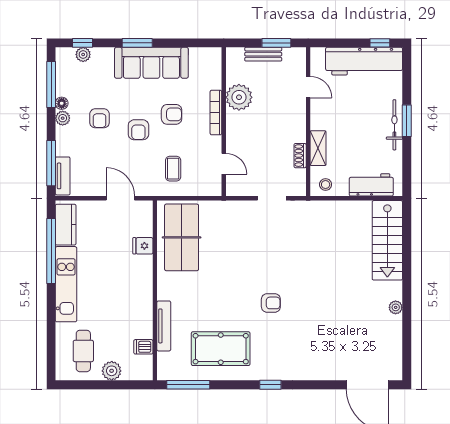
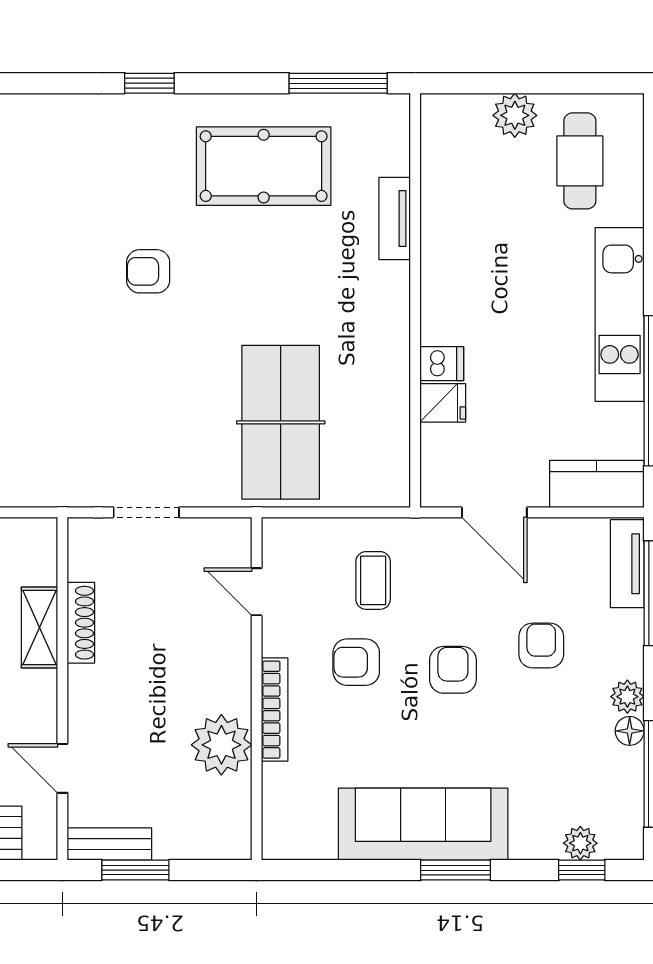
bench: (263, 54) -> (109, 844), moved
armchair: (172, 114) -> (356, 662), moved
armchair: (100, 118) -> (541, 645), moved
shoe rack: (300, 156) -> (81, 623), width x1.43
stool: (326, 185) -> (22, 544), removed
kitchen counter: (66, 225) -> (597, 484), moved, turned 90
table tennis table: (182, 237) -> (281, 422), moved
tv unit: (164, 326) -> (395, 218), width x0.71
dishwasher: (143, 347) -> (442, 364), moved

